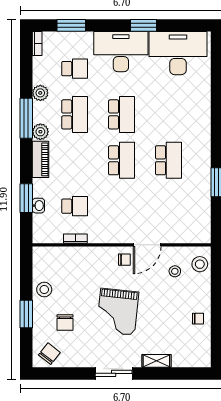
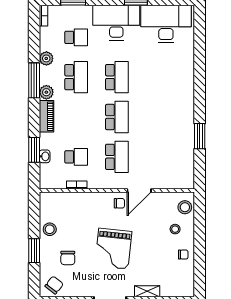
school desk: (168, 160) -> (117, 157), moved
stool: (175, 271) -> (175, 229), moved

